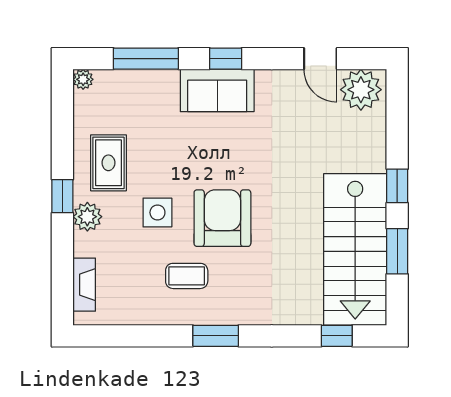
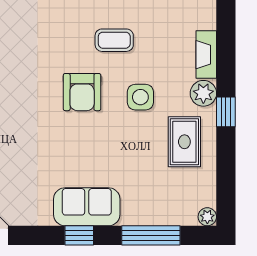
armchair: (222, 218) -> (82, 92), width x0.73, depth x0.73
fireplace: (84, 285) -> (206, 55), moved

